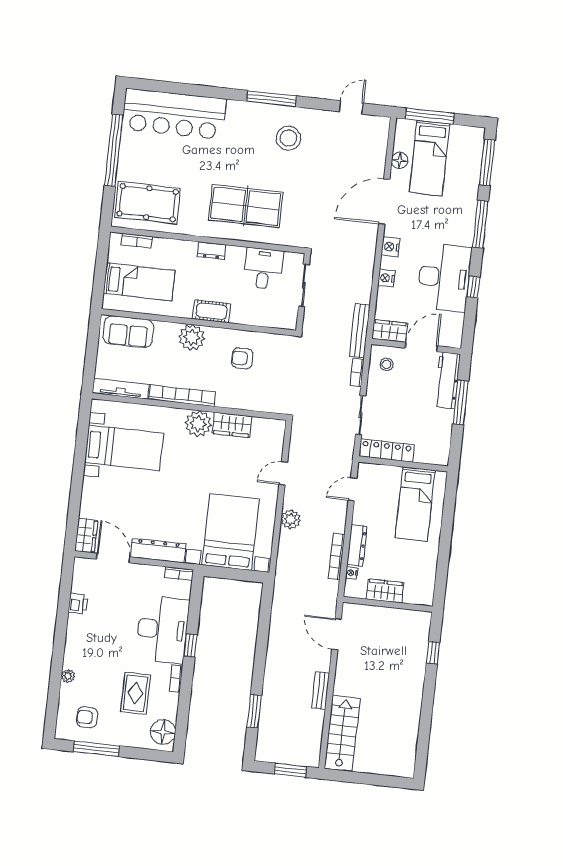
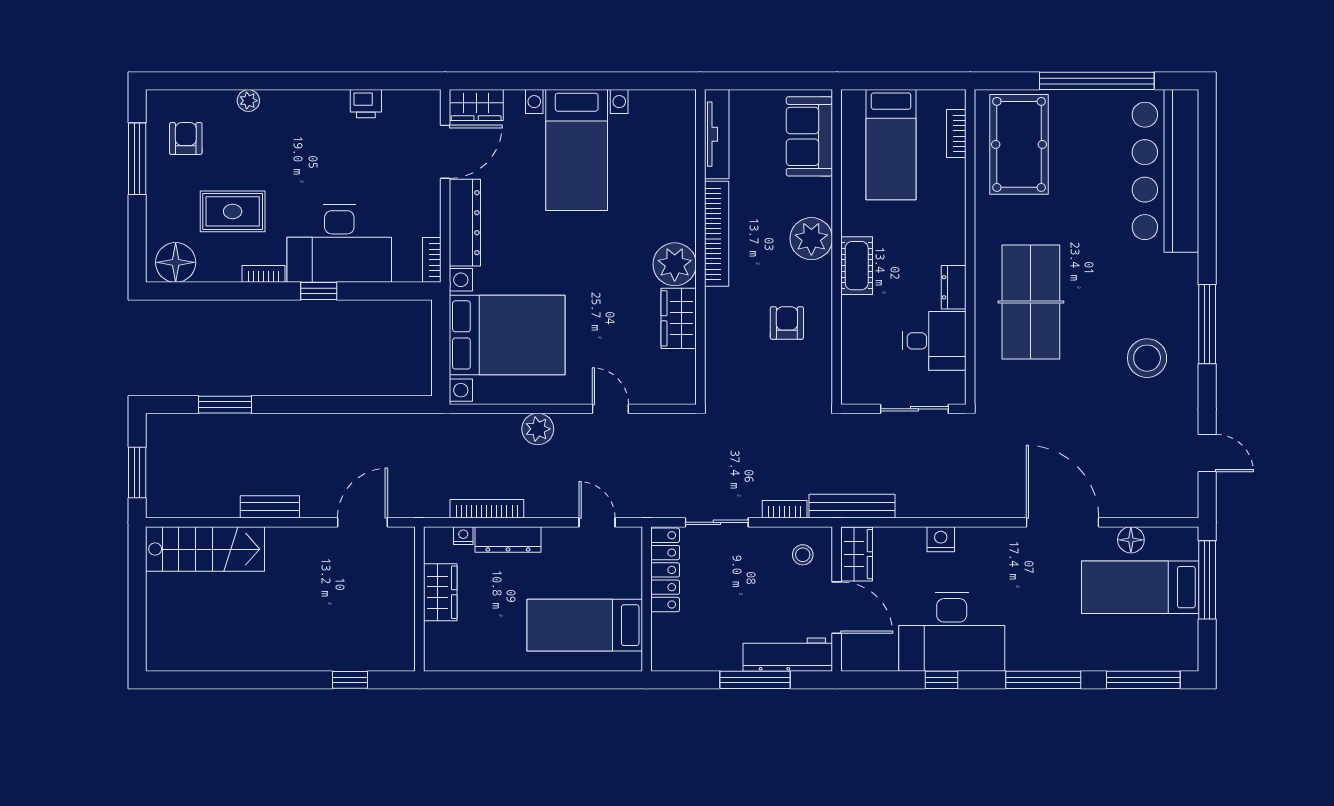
nightstand: (391, 247) -> (991, 540), removed
dresser: (212, 251) -> (954, 287), moved
bed with nightstands: (124, 448) -> (577, 150), moved

